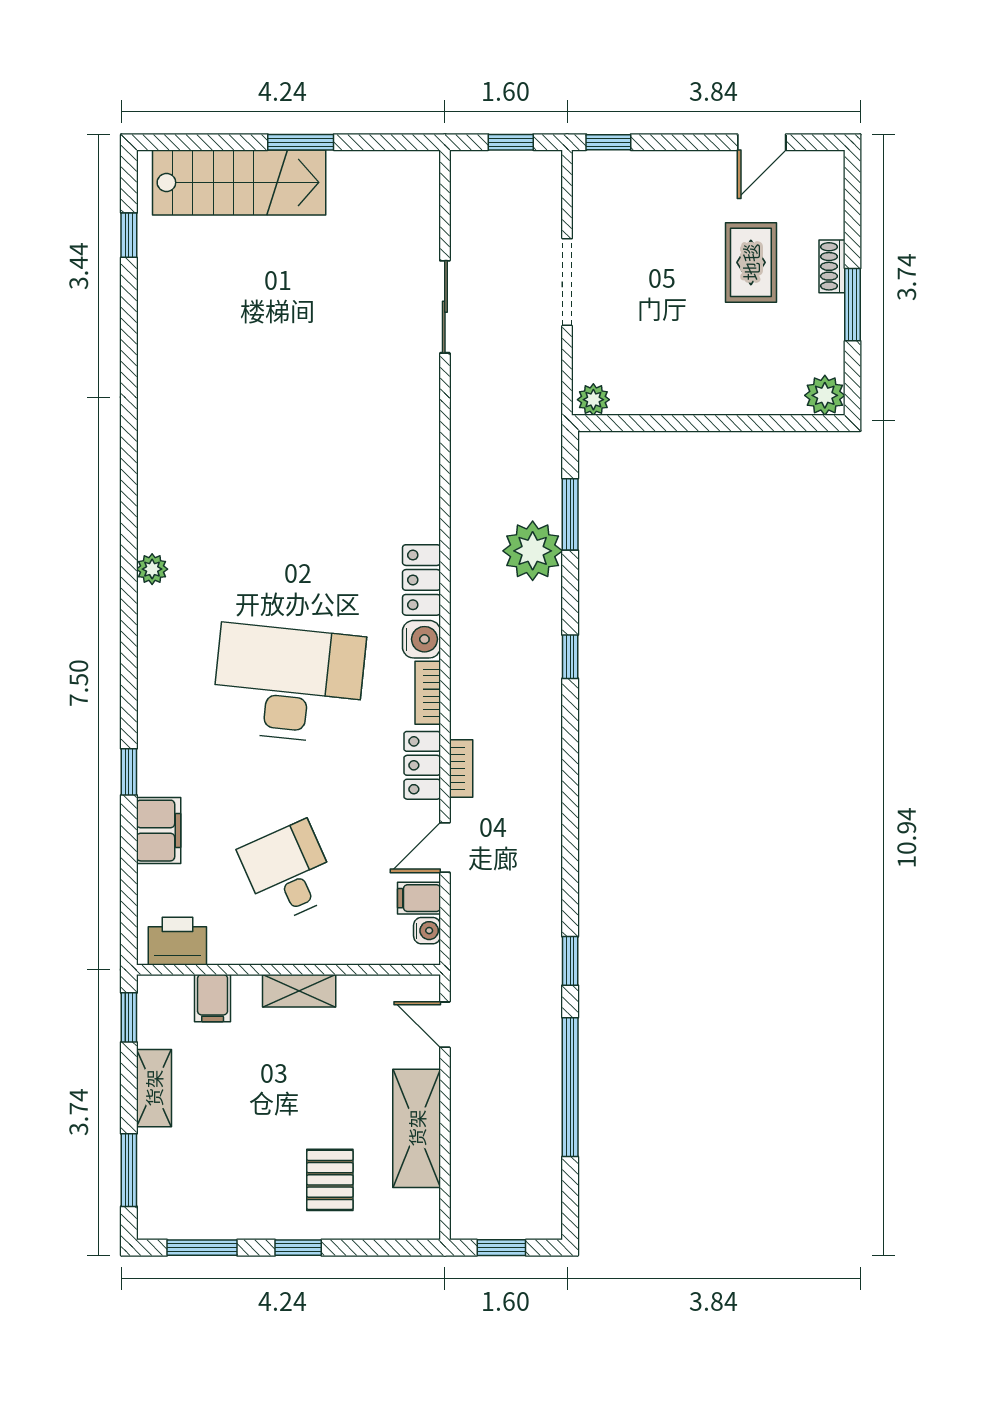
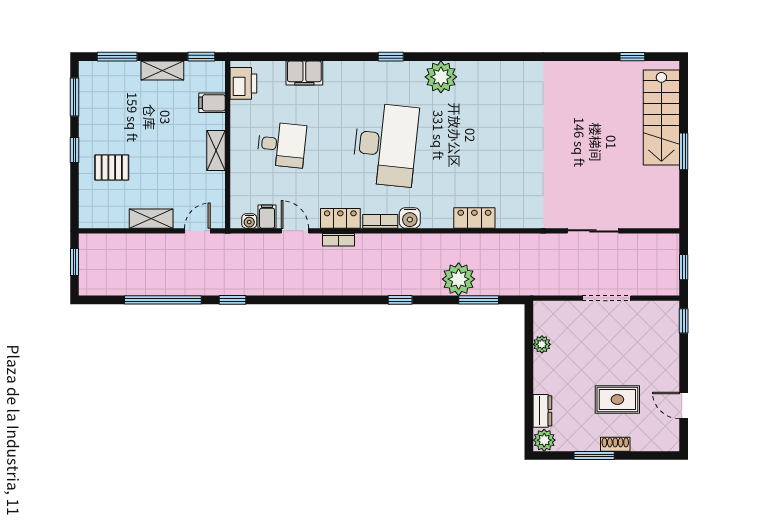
dresser: (772, 399) -> (542, 411), added
plant: (593, 400) -> (542, 344), moved
plant: (152, 569) -> (441, 77), width x1.88, depth x1.88
locker: (421, 580) -> (474, 218), moved
window: (129, 772) -> (391, 57), moved
desk: (288, 872) -> (282, 145), turned 30
shelving: (417, 1128) -> (151, 219), width x0.67, depth x0.75

